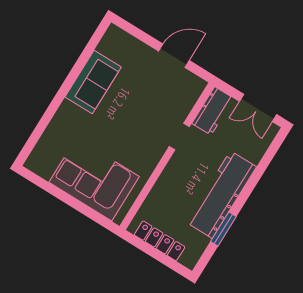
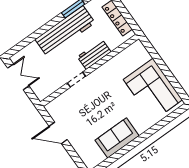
workbench: (213, 111) -> (94, 54), moved
corner sofa: (94, 179) -> (153, 90), moved

